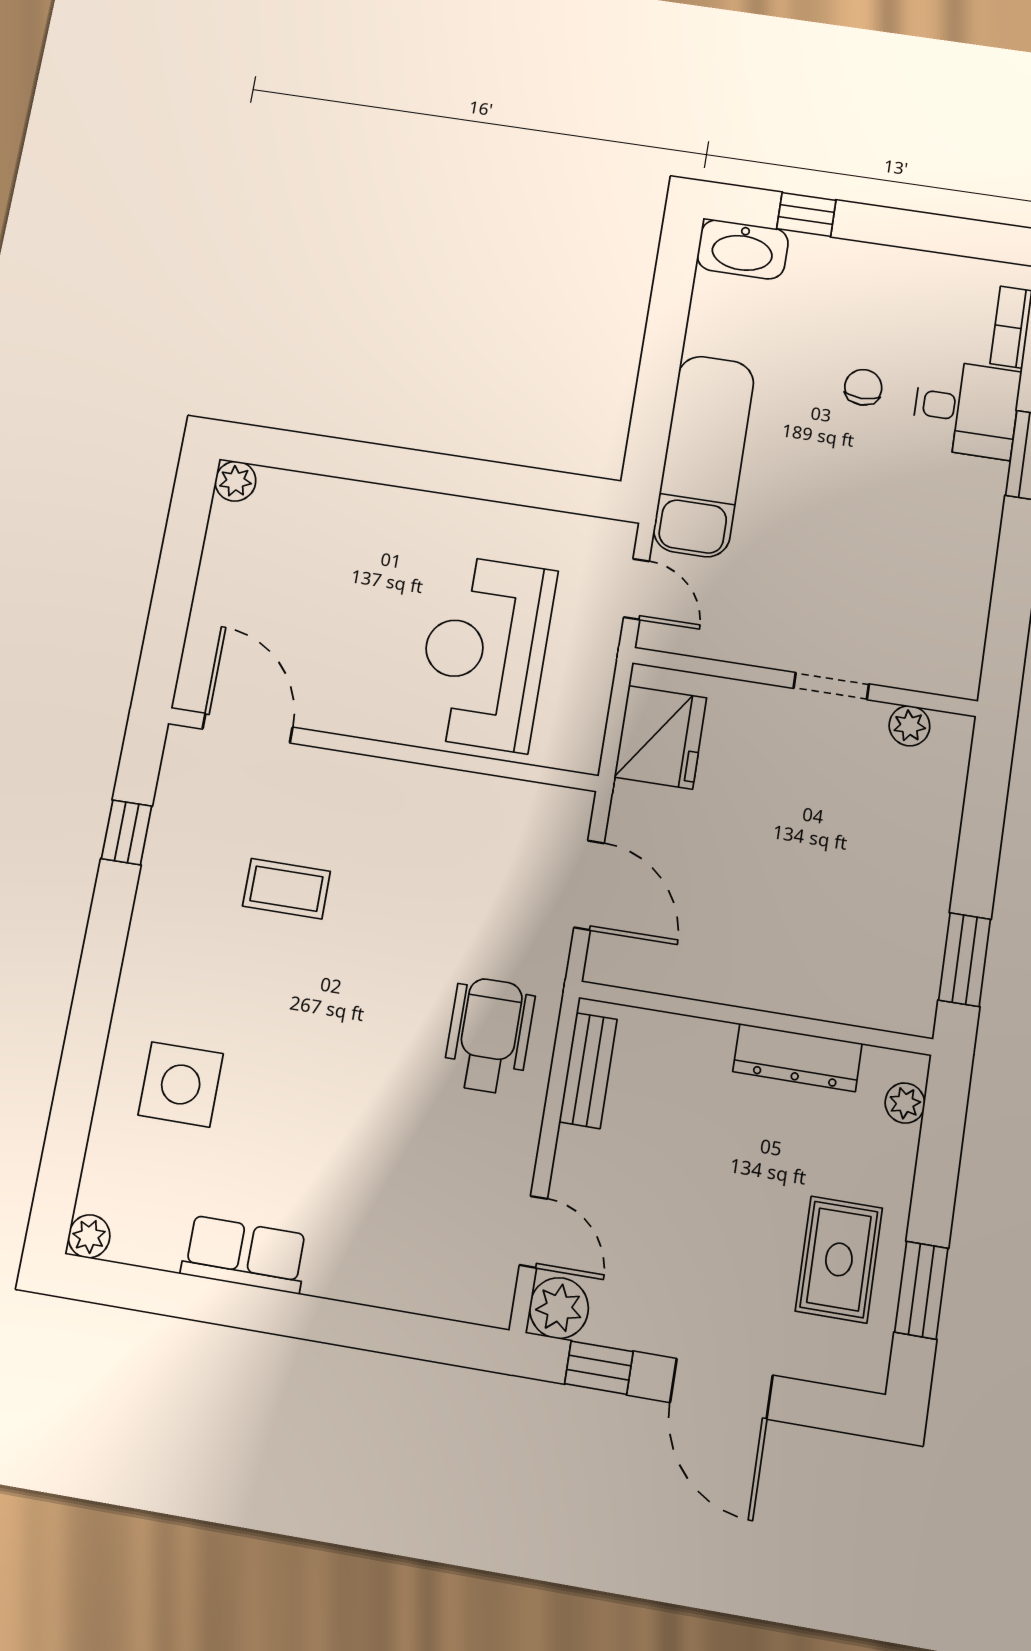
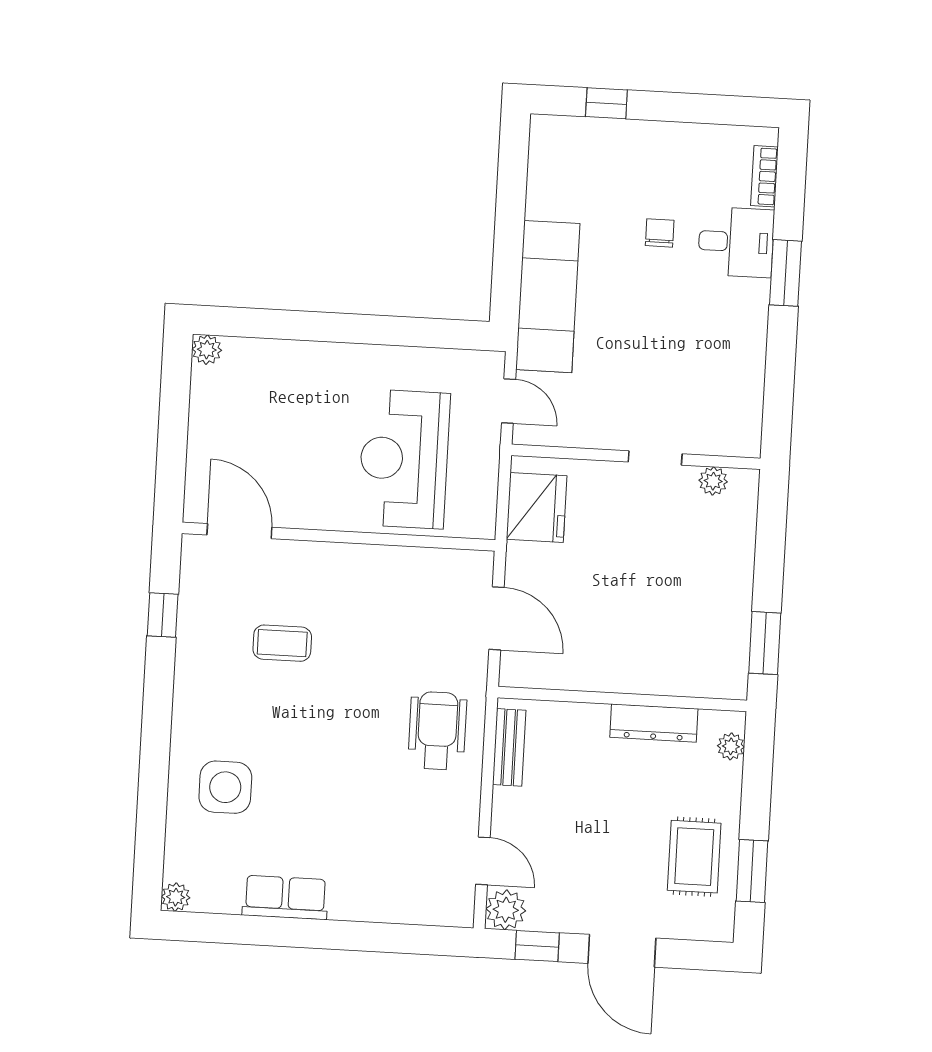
washbasin: (743, 249) -> (562, 135), removed

